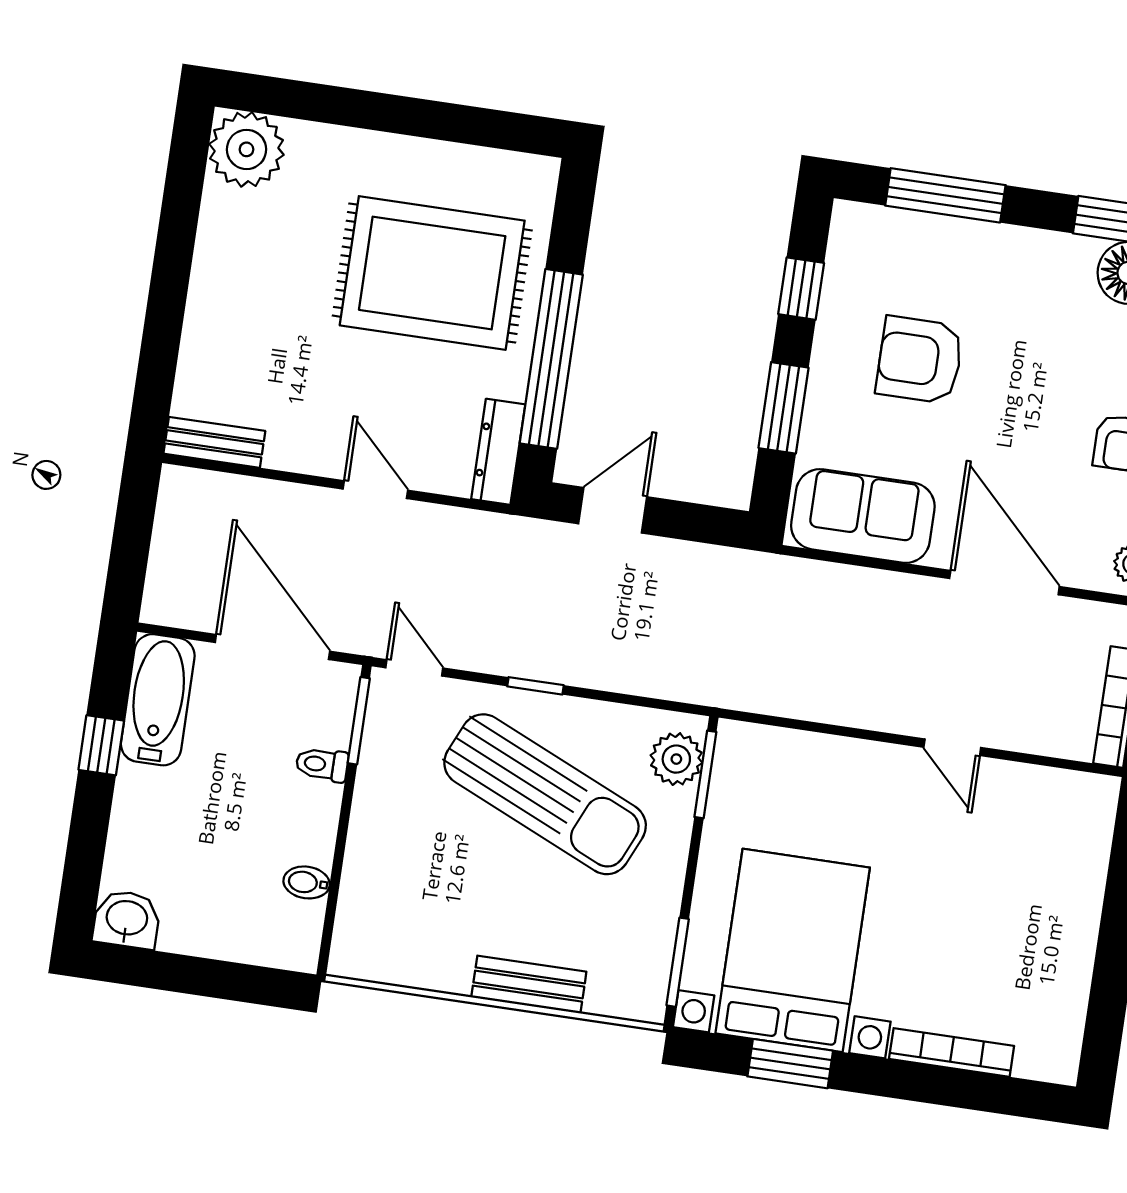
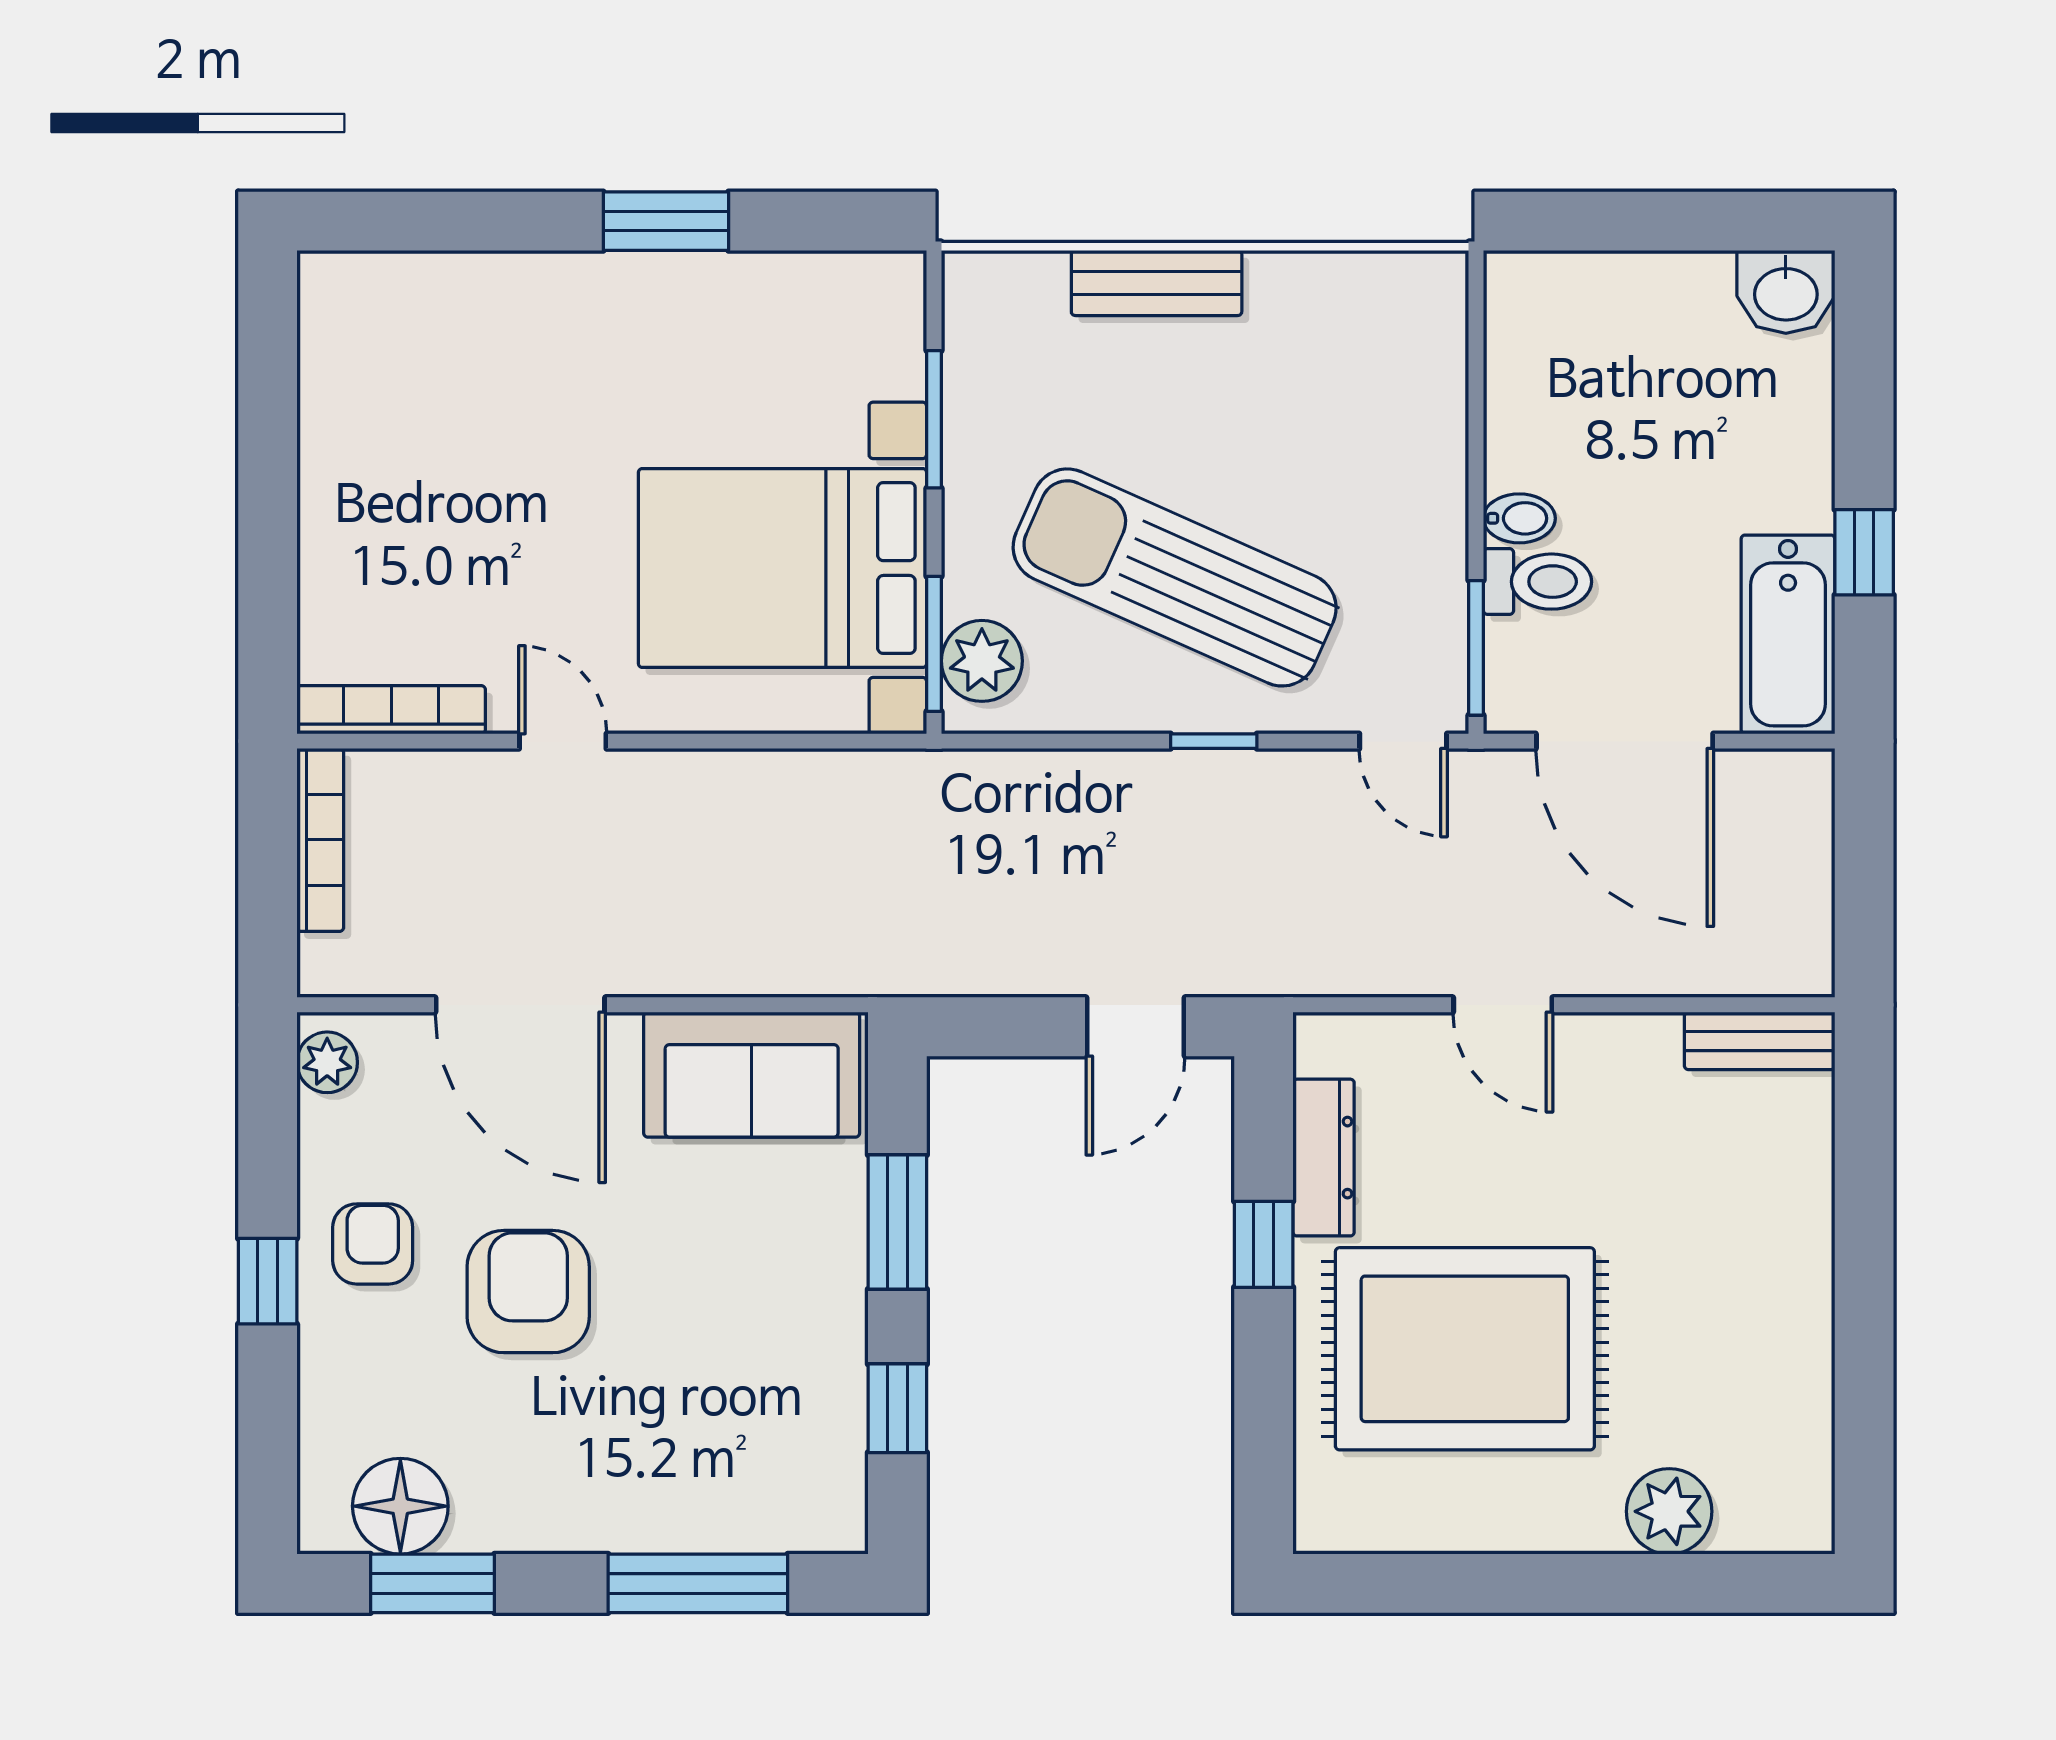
plant: (247, 149) -> (1669, 1511), moved, width x0.73, depth x0.73
window: (551, 359) -> (1264, 1244), width x0.32
armchair: (920, 360) -> (528, 1292), moved, turned -90
dresser: (498, 452) -> (1324, 1158), moved
toilet: (322, 764) -> (1537, 582), width x1.37, depth x1.39
bidet: (307, 882) -> (1519, 518), moved
bed with nightstands: (793, 950) -> (783, 568), moved, turned 90
window: (678, 962) -> (934, 419), moved
bookcase: (952, 1052) -> (391, 710), moved, turned 180
window: (790, 1064) -> (666, 221), moved

